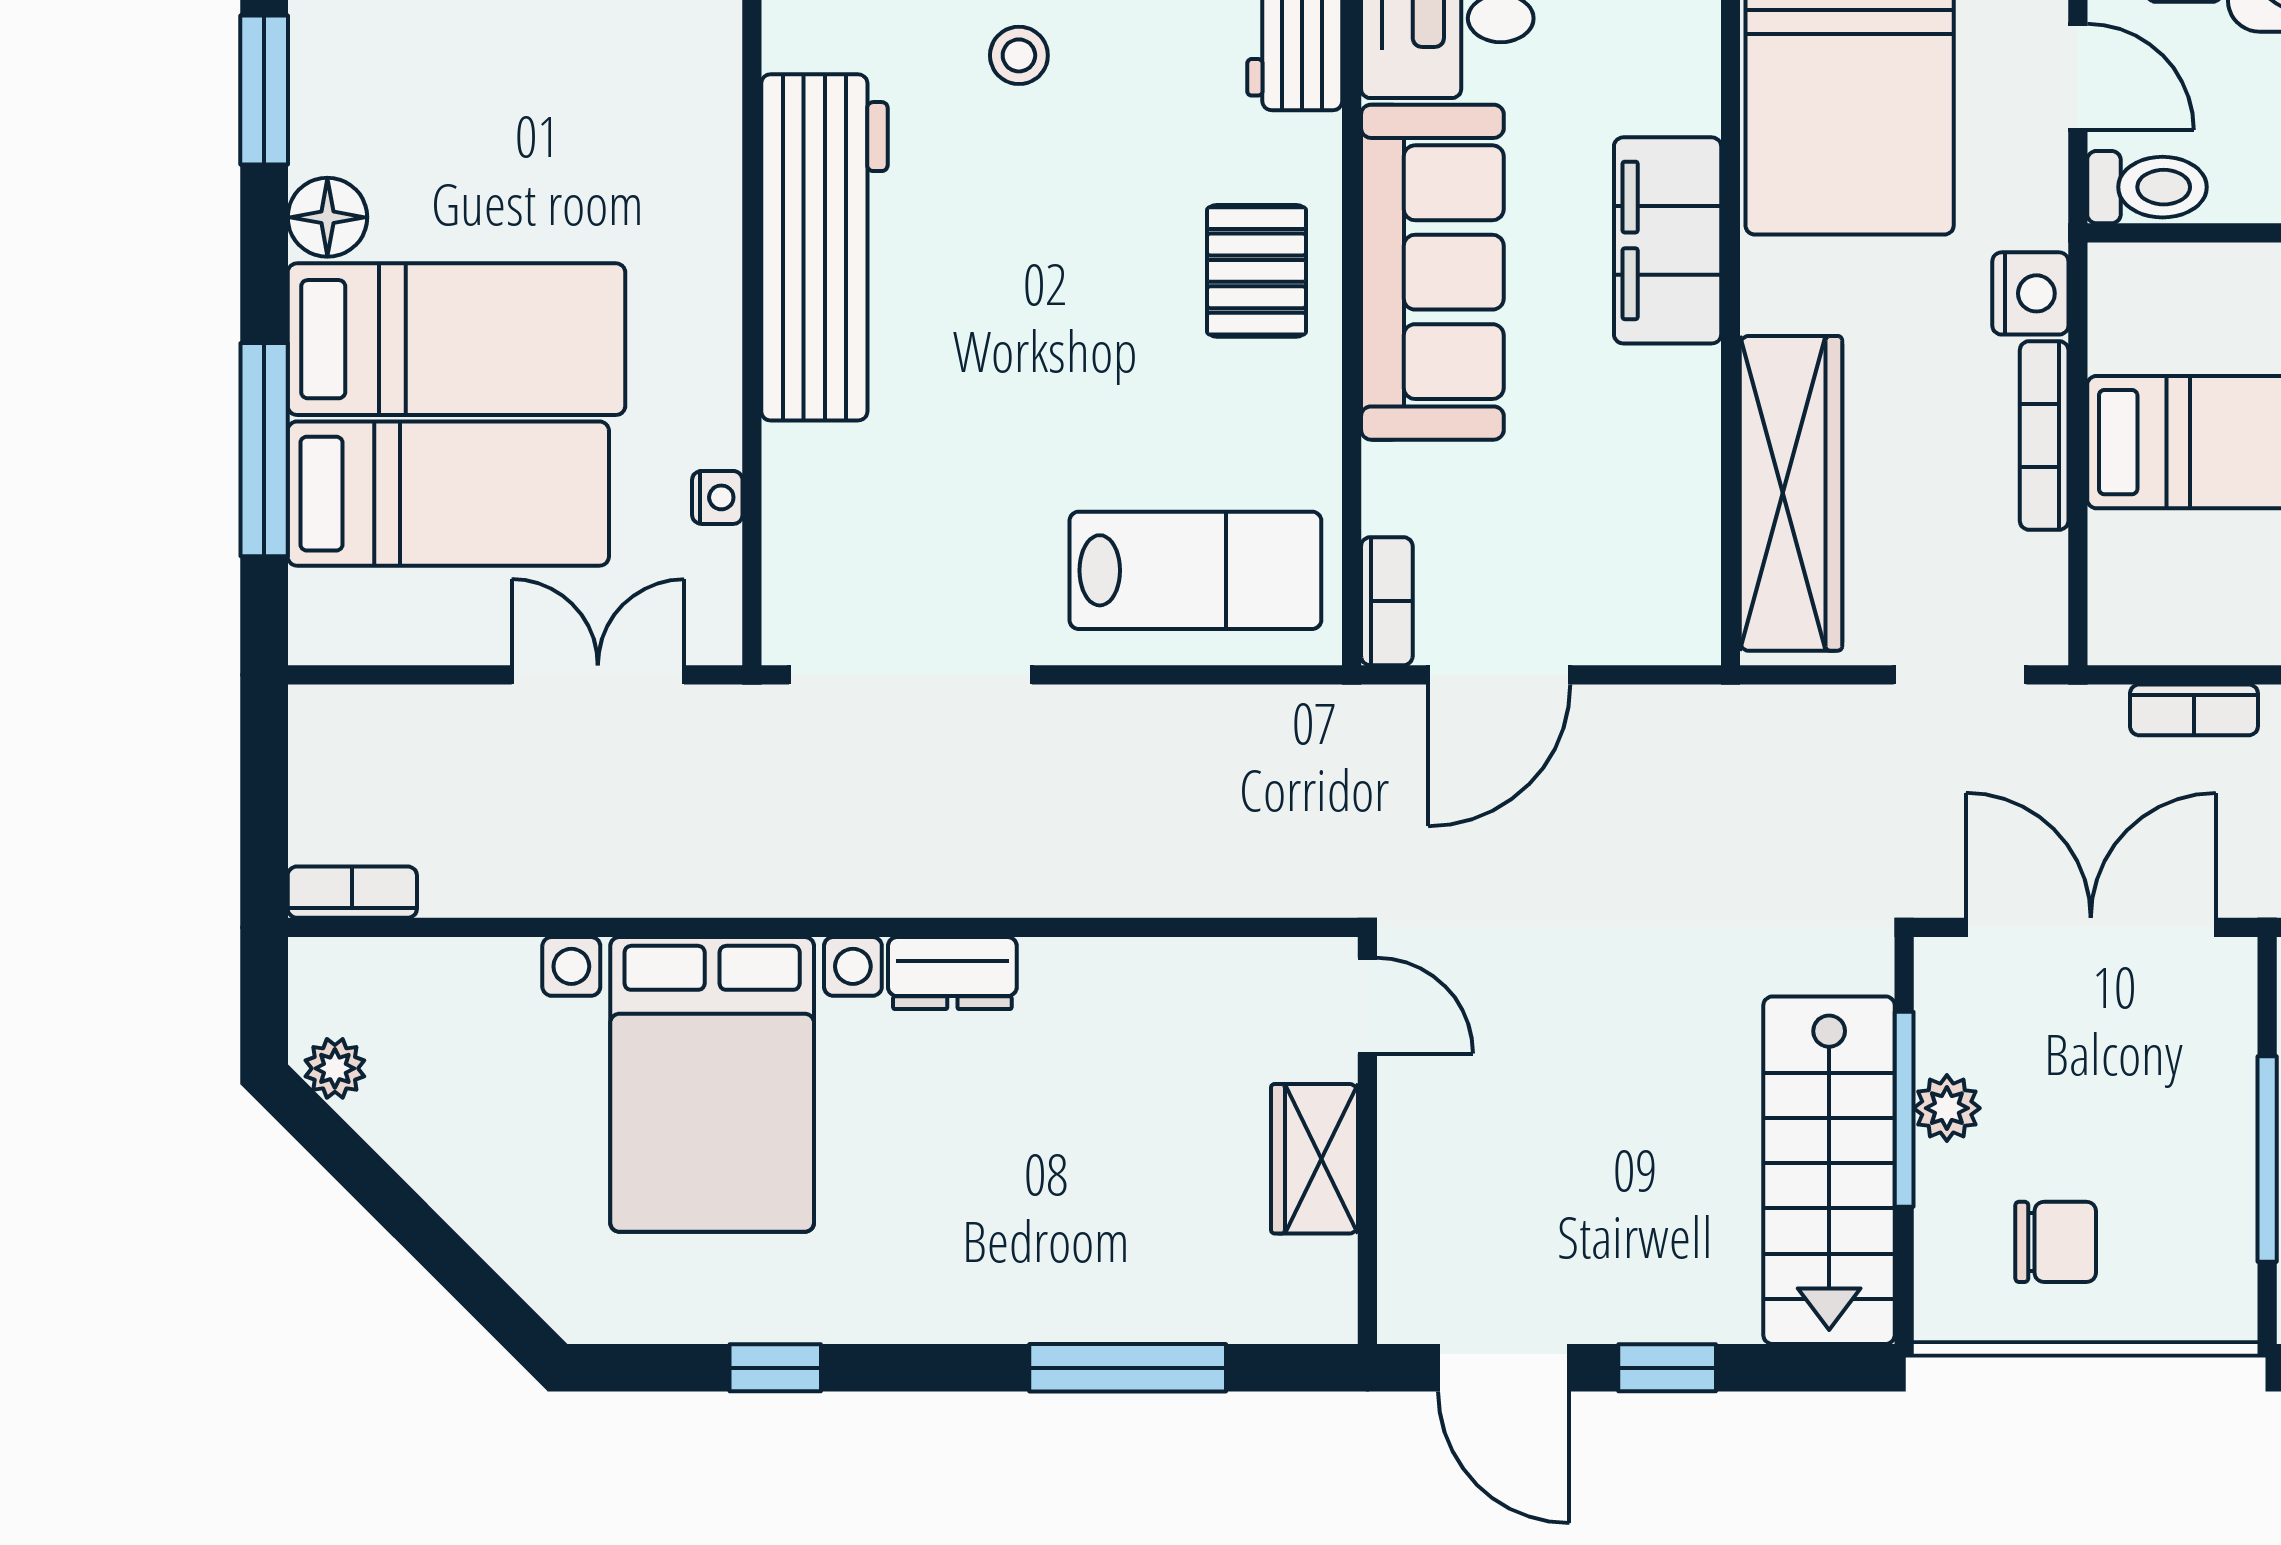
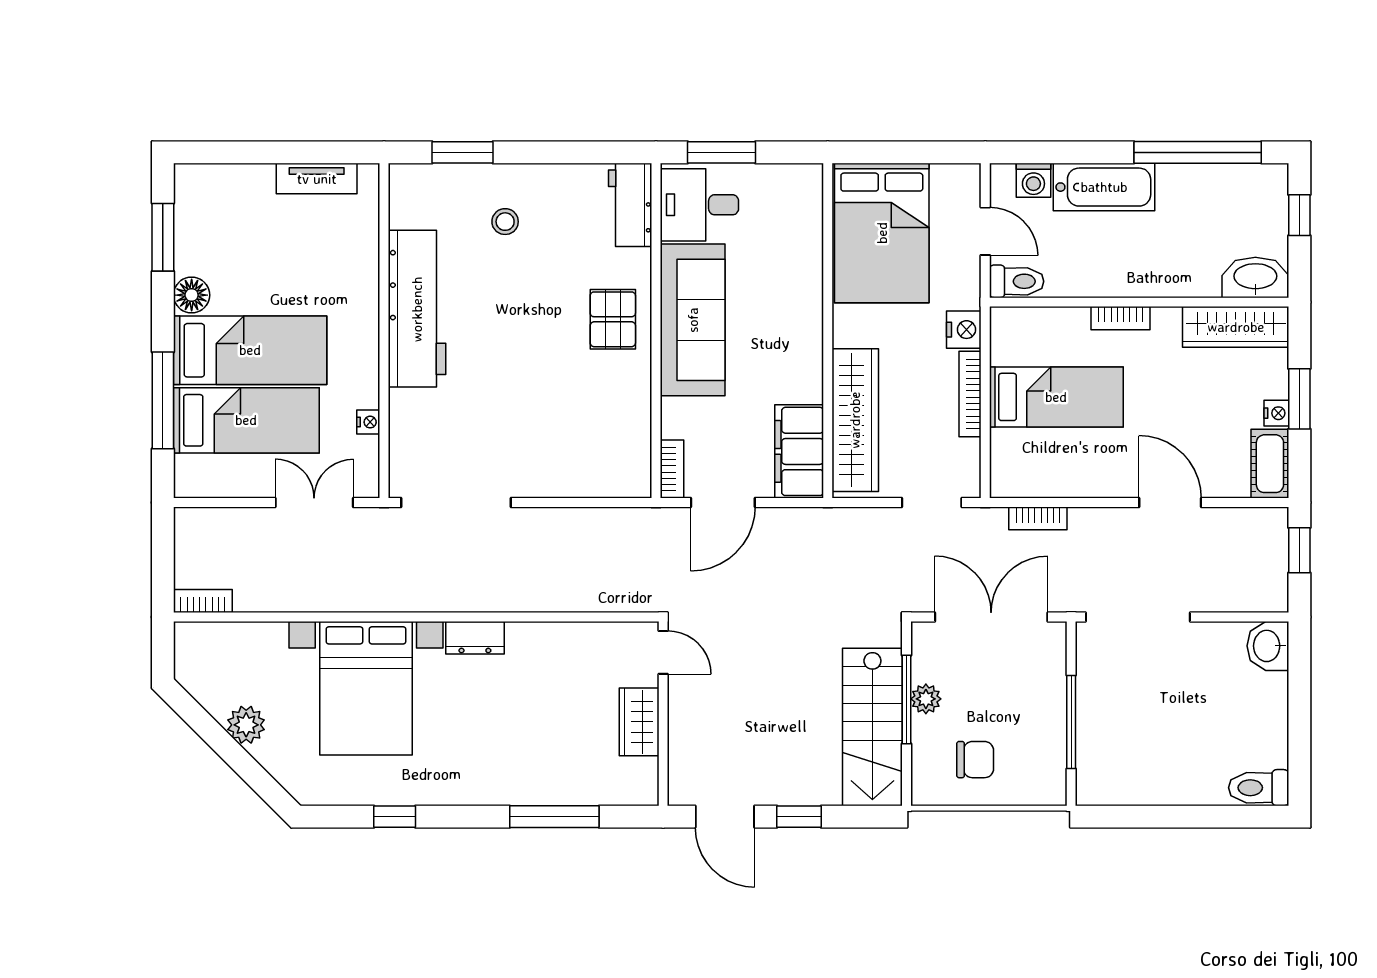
filing cabinet: (1668, 240) -> (799, 451), moved
lab bench: (1195, 570) -> (585, 455), removed
plant: (335, 1068) -> (246, 725), moved, width x1.38, depth x1.38

